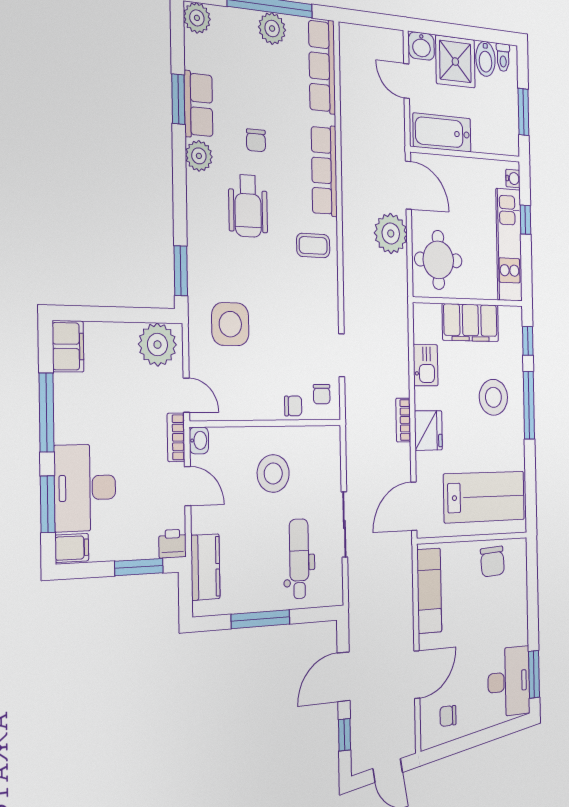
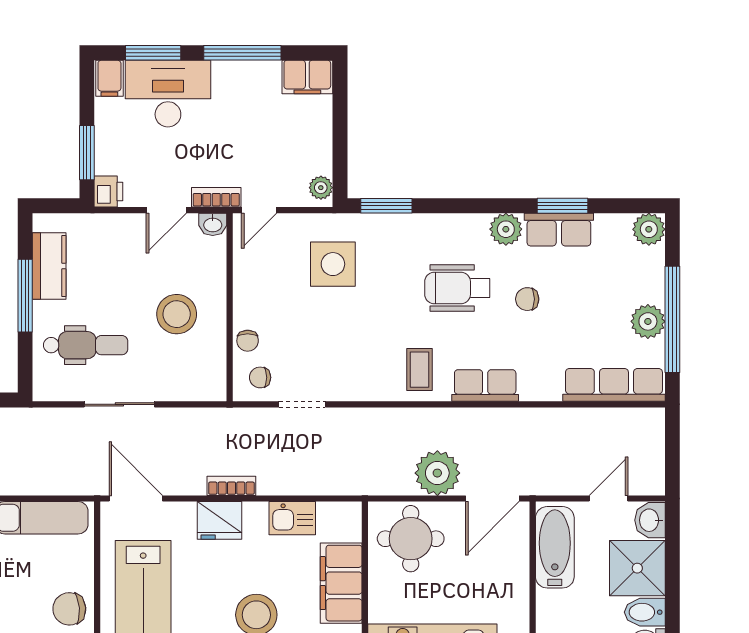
row of seats: (324, 171) -> (485, 385), width x0.68
plant: (157, 345) -> (321, 188), width x0.53, depth x0.53
kitchen counter: (205, 567) -> (49, 266), moved, turned -90

